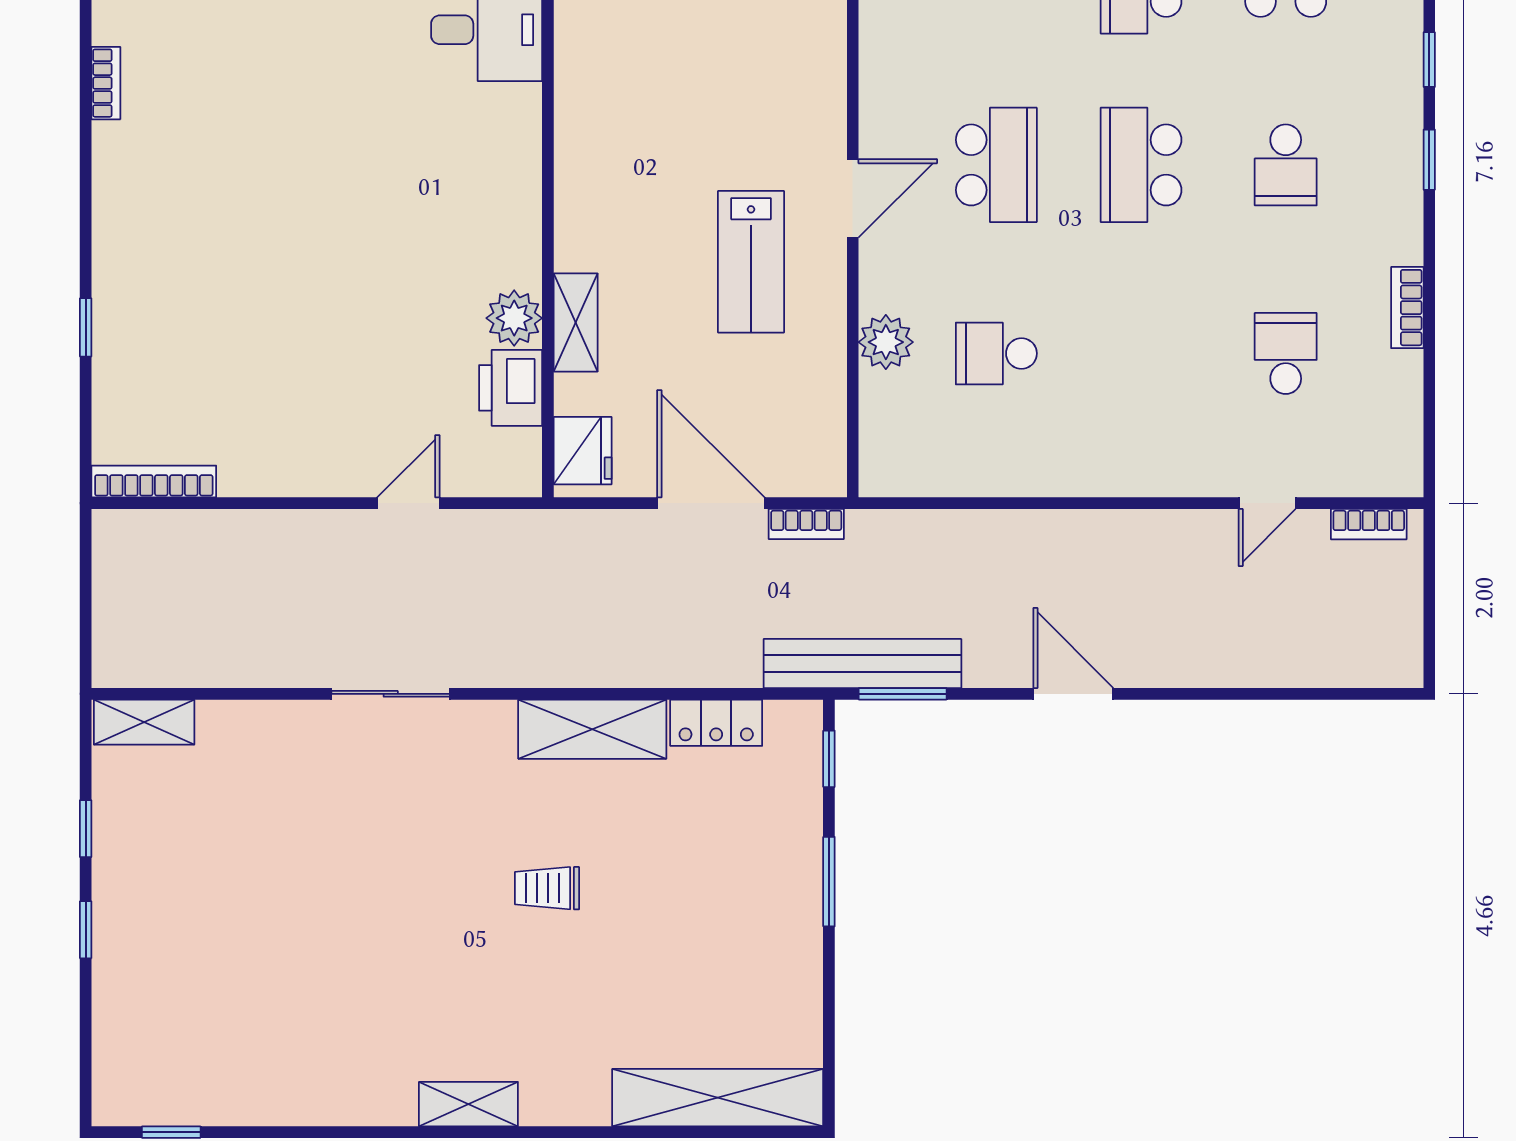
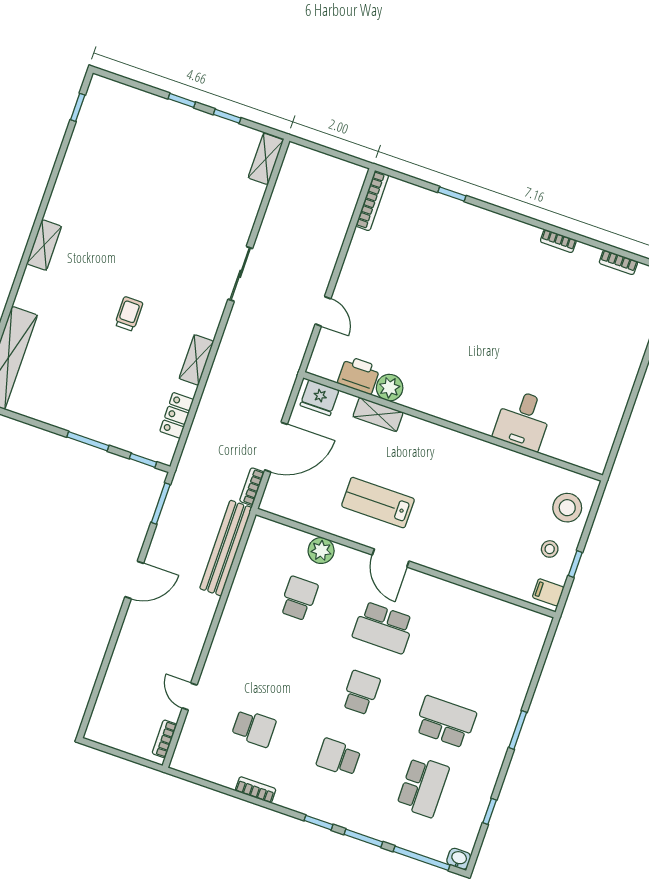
window: (1429, 60) -> (363, 838), width x1.50
school desk: (1141, 165) -> (361, 692), width x0.54
bench: (862, 663) -> (226, 548), moved
shelving: (592, 729) -> (196, 360), width x0.67, depth x0.75

